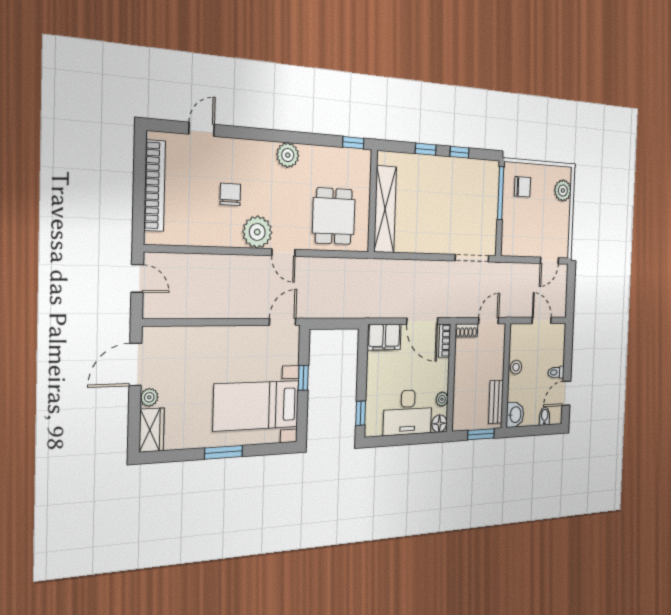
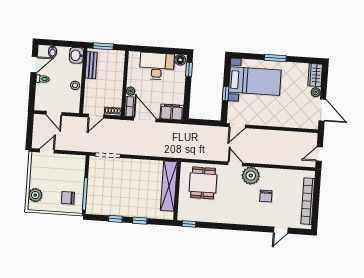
plant: (288, 155) -> (231, 217), removed
door: (137, 278) -> (319, 154), hinge flipped
door: (135, 364) -> (322, 110), hinge flipped
plant: (442, 399) -> (131, 91), moved
floor lamp: (439, 424) -> (180, 60), moved

